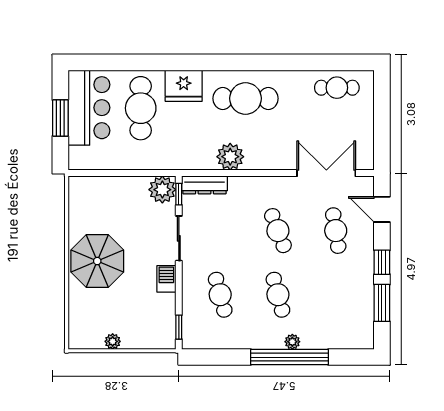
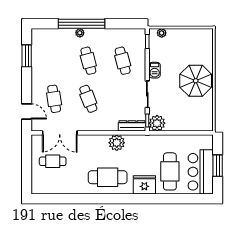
cafe table: (337, 88) -> (53, 161), moved
window: (382, 262) -> (27, 80), removed
plant: (113, 341) -> (162, 33), moved

